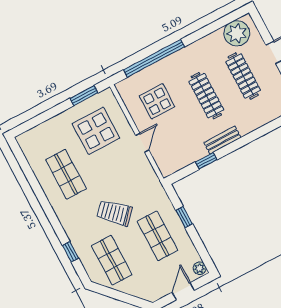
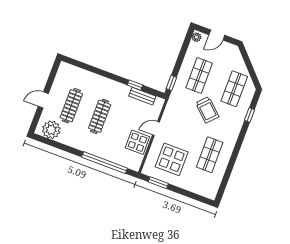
display table: (157, 101) -> (137, 142), moved
bench: (222, 140) -> (142, 96), moved
window: (184, 217) -> (171, 83), moved

